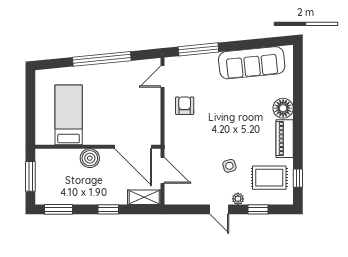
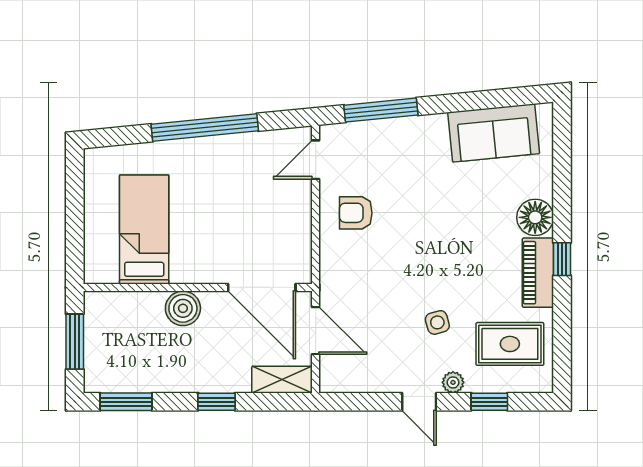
sofa: (252, 63) -> (494, 133), width x0.73
armchair: (185, 106) -> (356, 213), turned -90
window: (298, 178) -> (562, 259), moved

